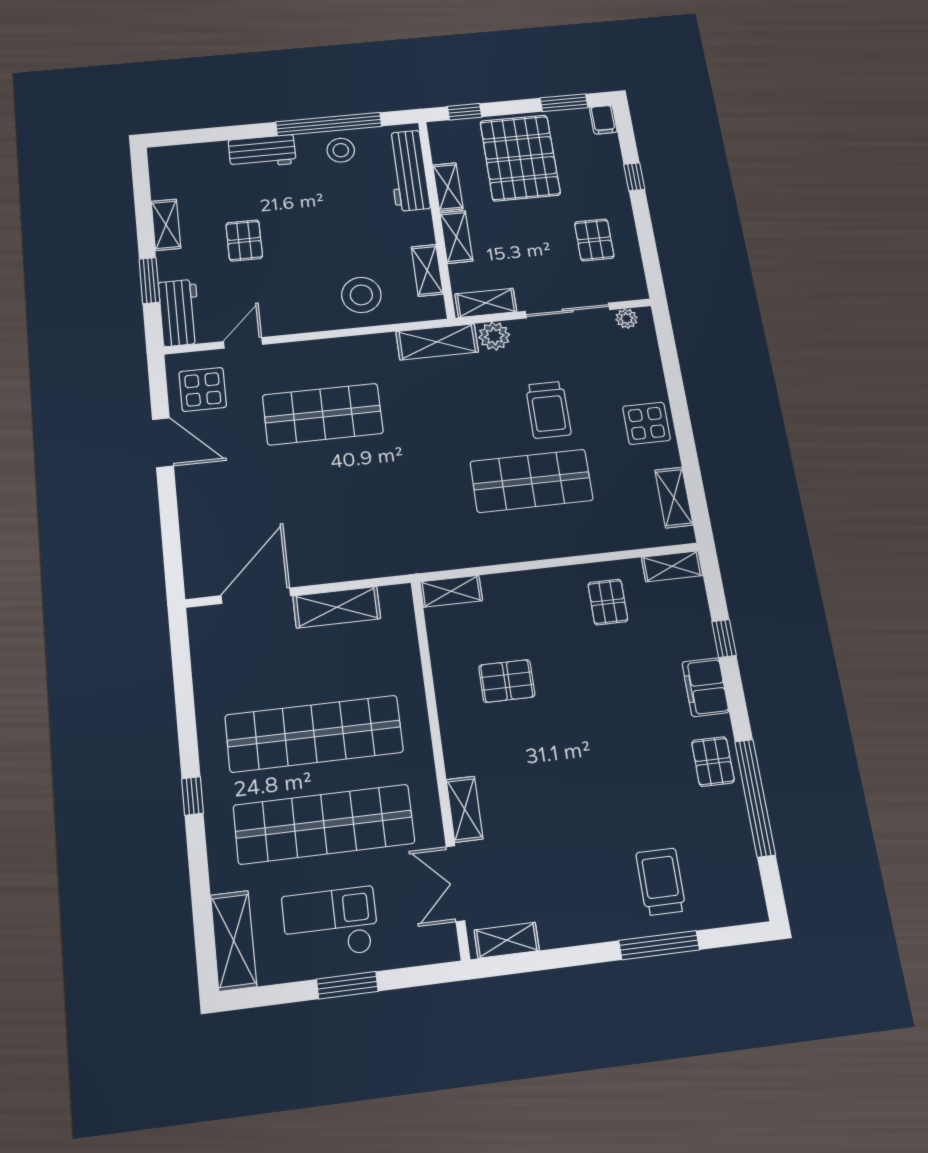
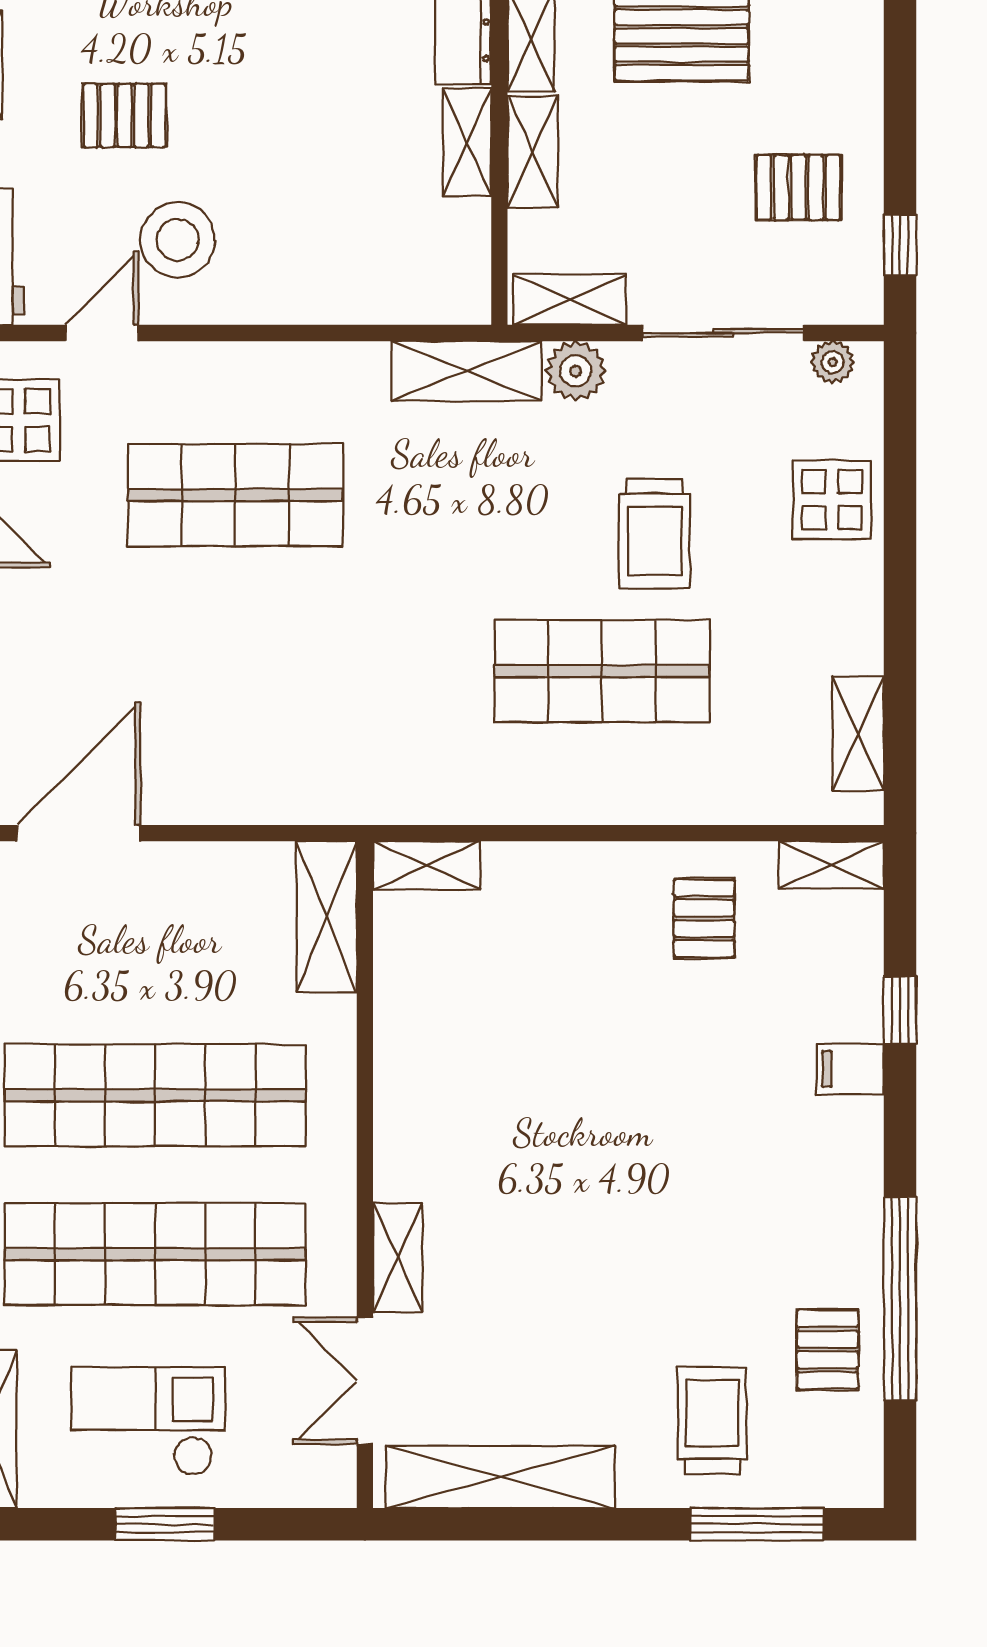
window: (634, 177) -> (900, 245), moved
pallet: (594, 240) -> (798, 187), turned 90
pallet: (244, 241) -> (124, 115), turned 90
shelving: (427, 270) -> (467, 142), moved
stool: (361, 295) -> (178, 240), moved
display table: (646, 423) -> (832, 500), moved
shelving: (337, 607) -> (327, 917), moved, turned 90
pallet: (507, 681) -> (502, 1042), removed
filing cabinet: (705, 687) -> (850, 1069), width x0.50
pallet: (713, 762) -> (828, 1350), moved
shelving: (507, 940) -> (500, 1477), width x2.20, depth x1.33
window: (659, 945) -> (757, 1524), moved

